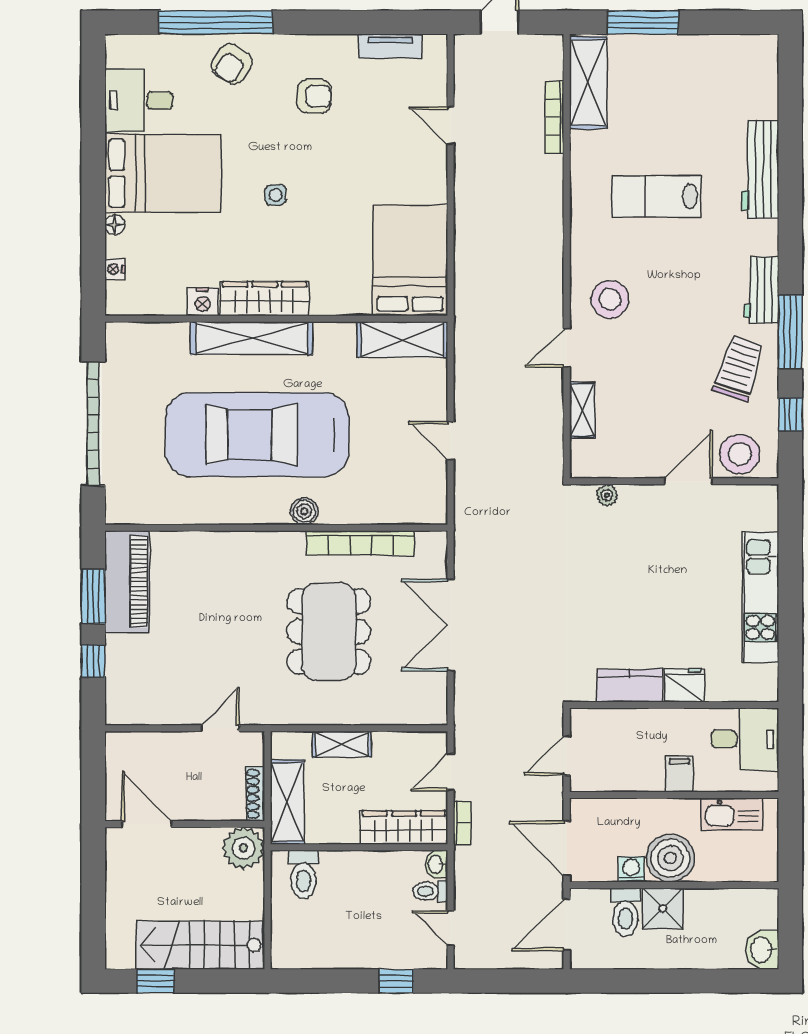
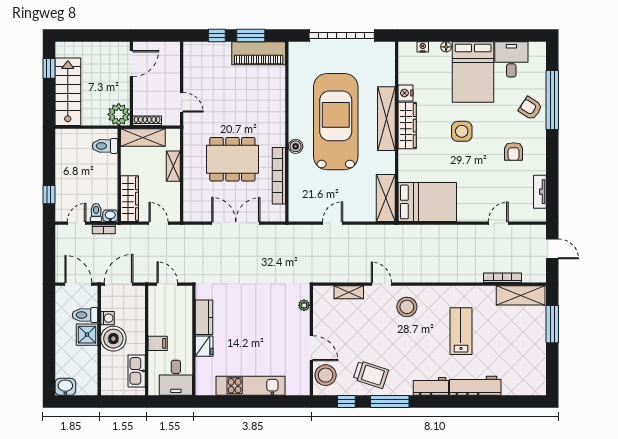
side table: (276, 195) -> (462, 131), width x1.87, depth x1.87
workbench: (762, 290) -> (431, 386), moved
bookcase: (462, 823) -> (104, 229), moved

